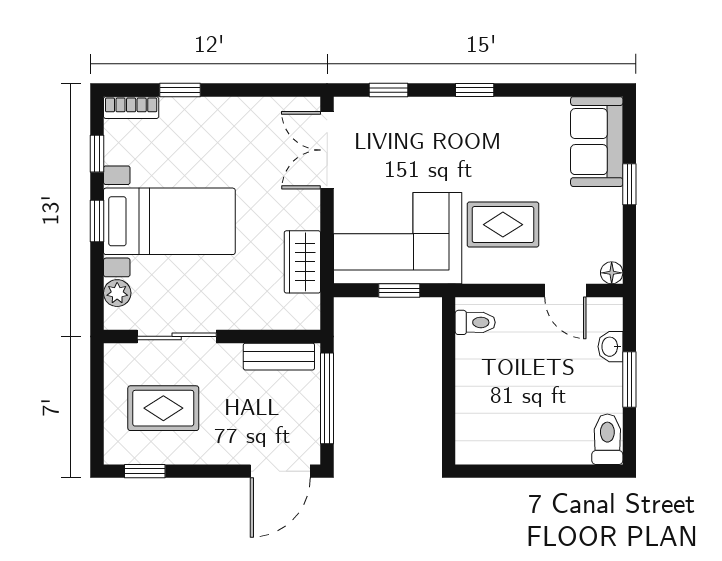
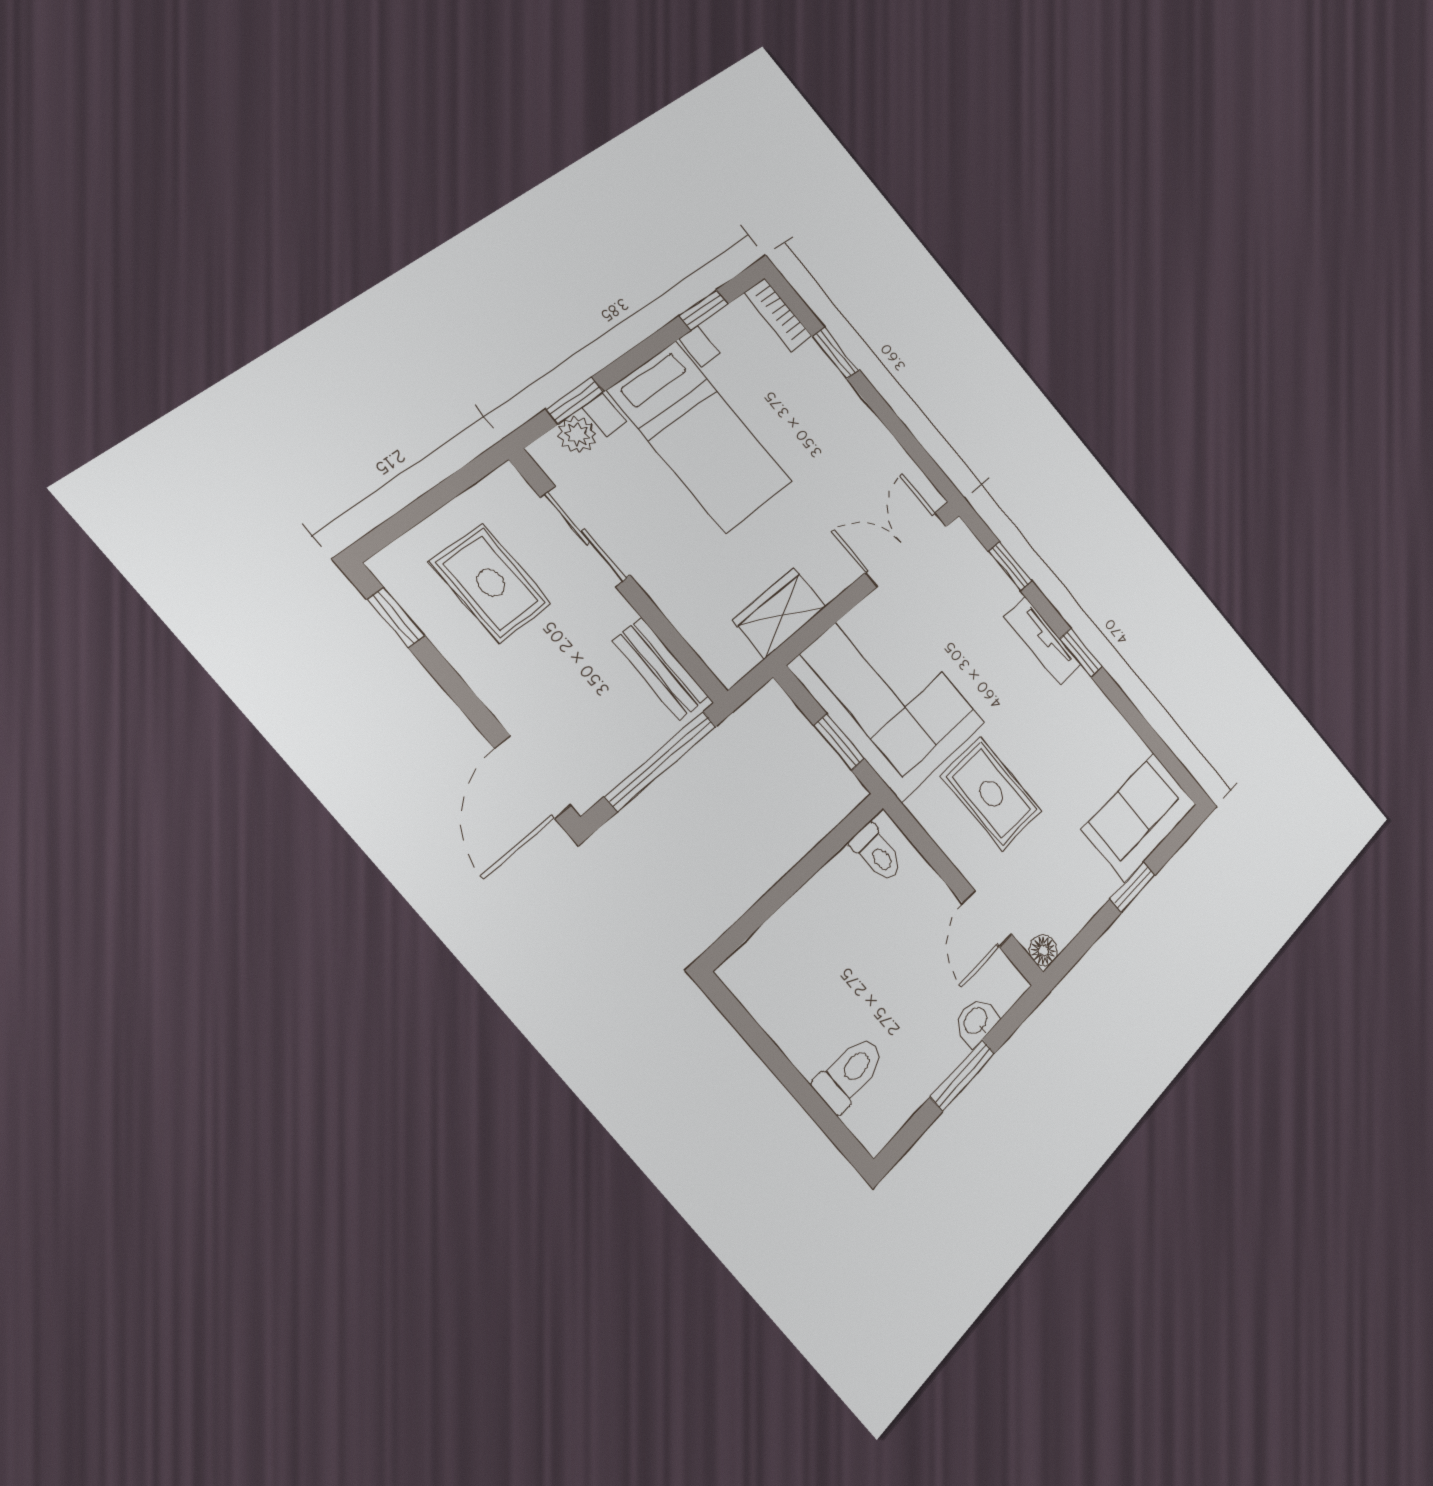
tv unit: (448, 110) -> (1043, 641), added
window: (97, 221) -> (575, 400), moved
toilet: (607, 439) -> (850, 1074), moved
door: (280, 471) -> (533, 777), hinge flipped

